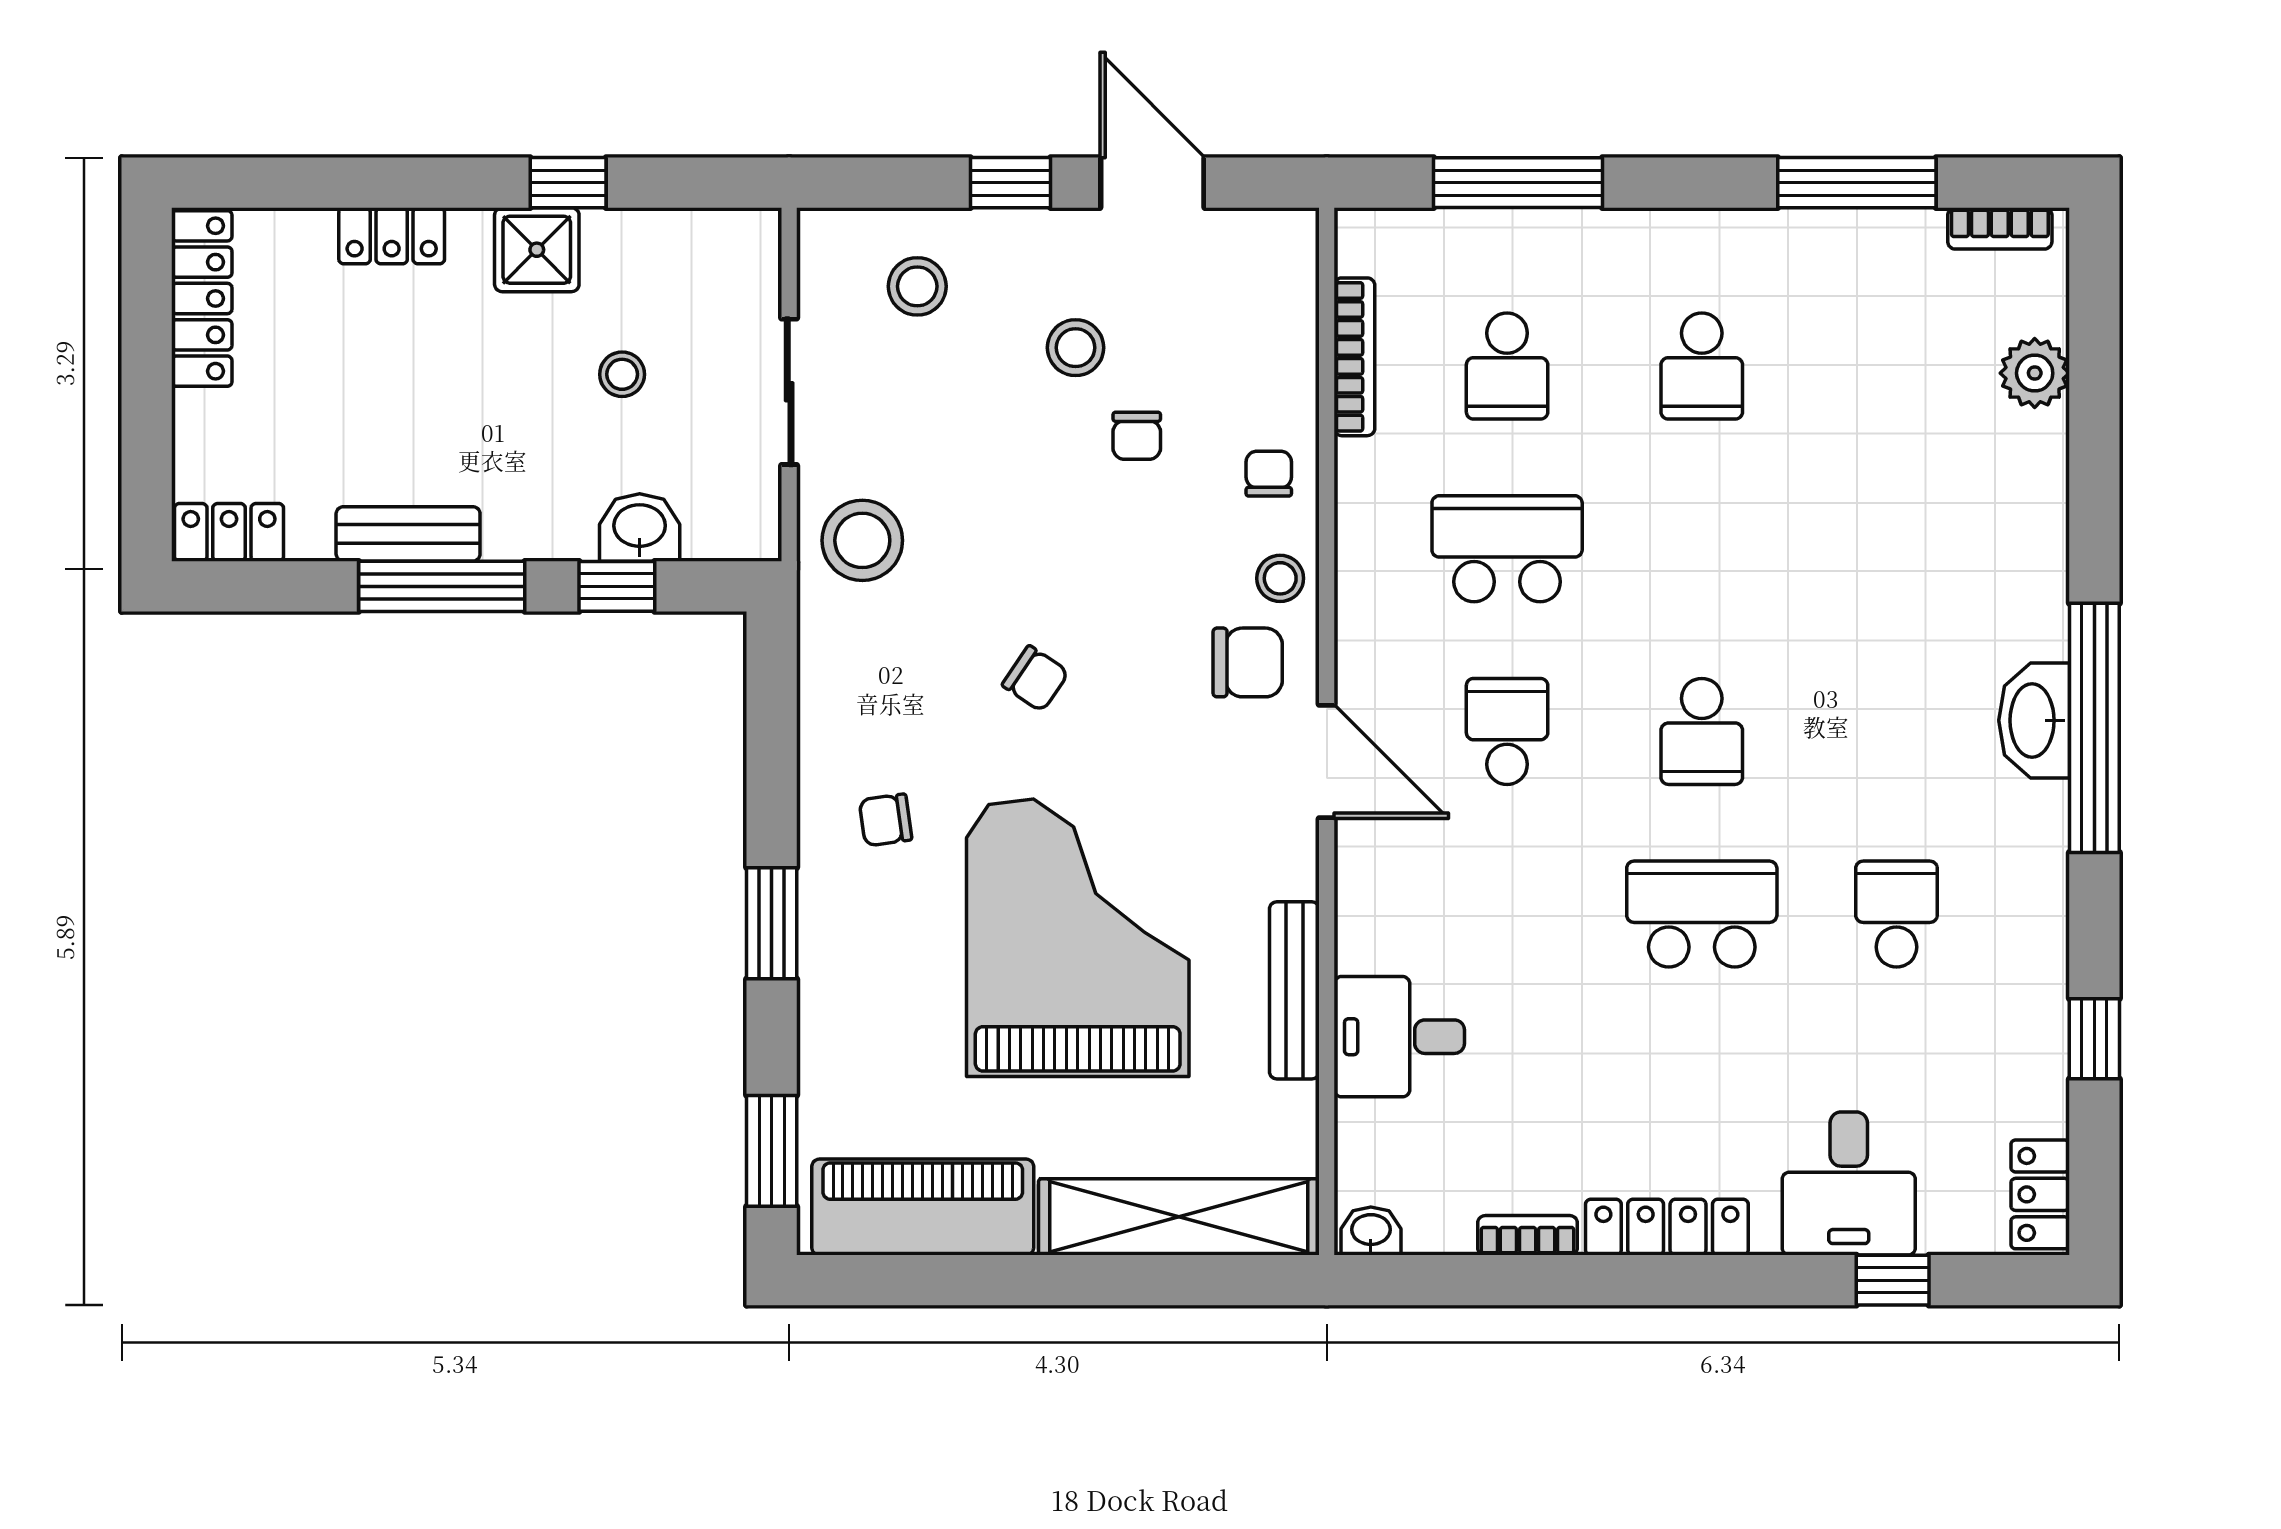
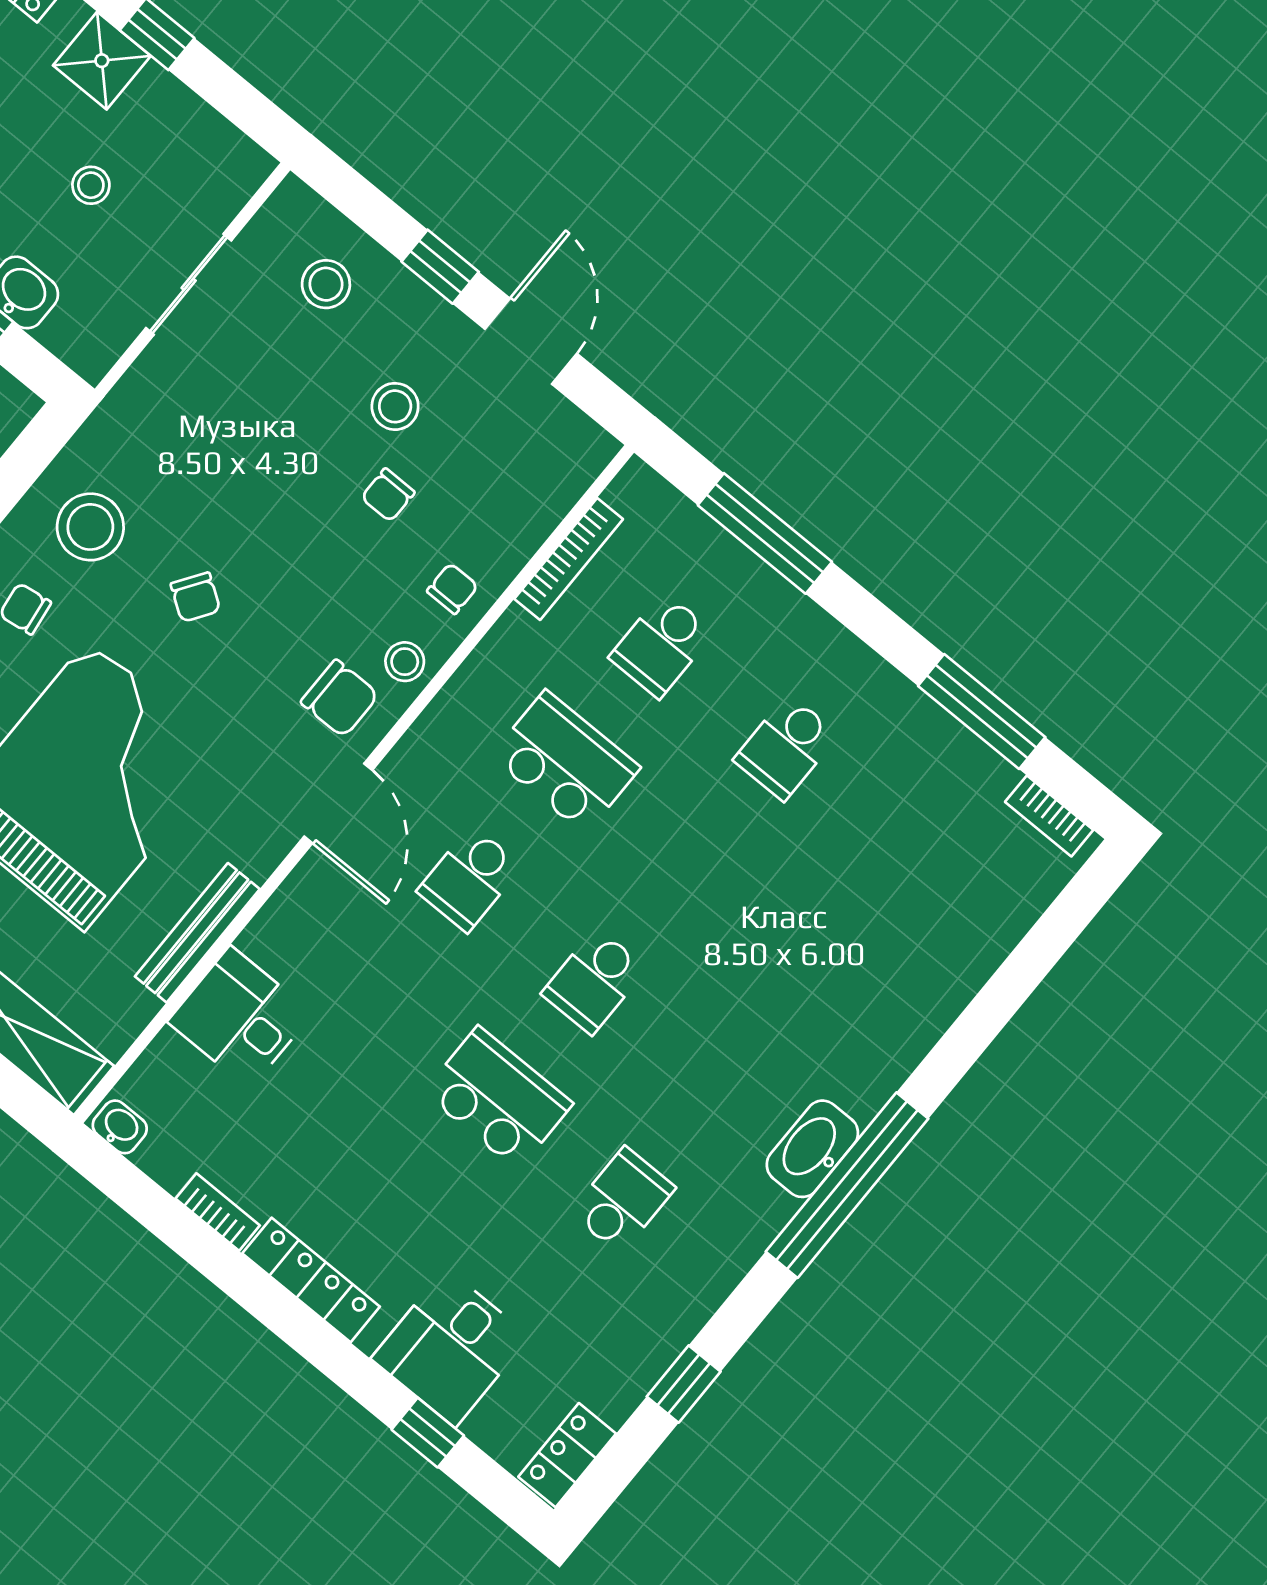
plant: (2035, 373) -> (995, 927), removed
stool: (862, 540) -> (90, 527), moved
school desk: (1507, 731) -> (469, 879), turned 180

